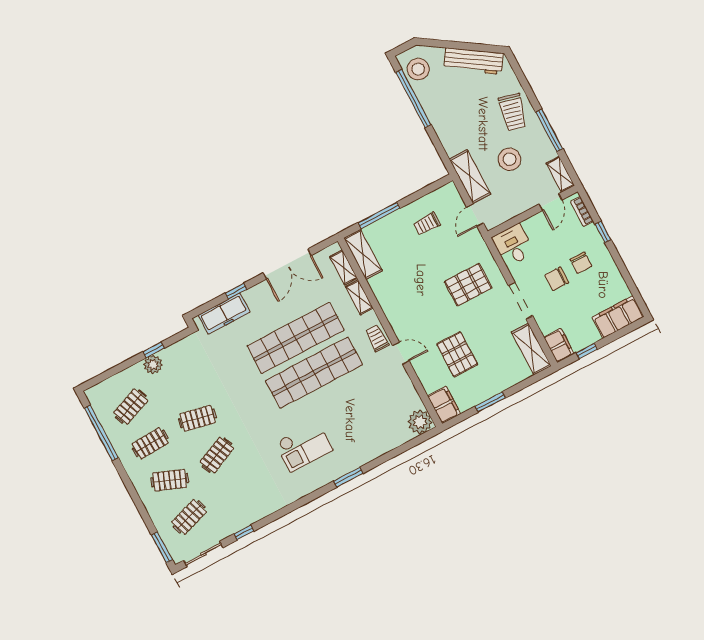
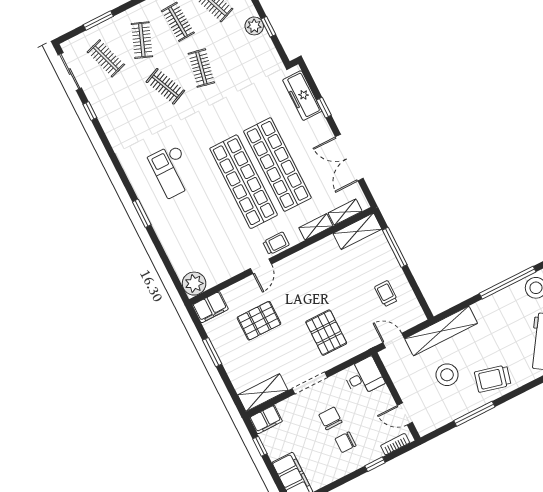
shelving: (560, 174) -> (432, 424), removed
shelving: (470, 177) -> (441, 331), width x1.47
window: (162, 547) -> (98, 21), moved

